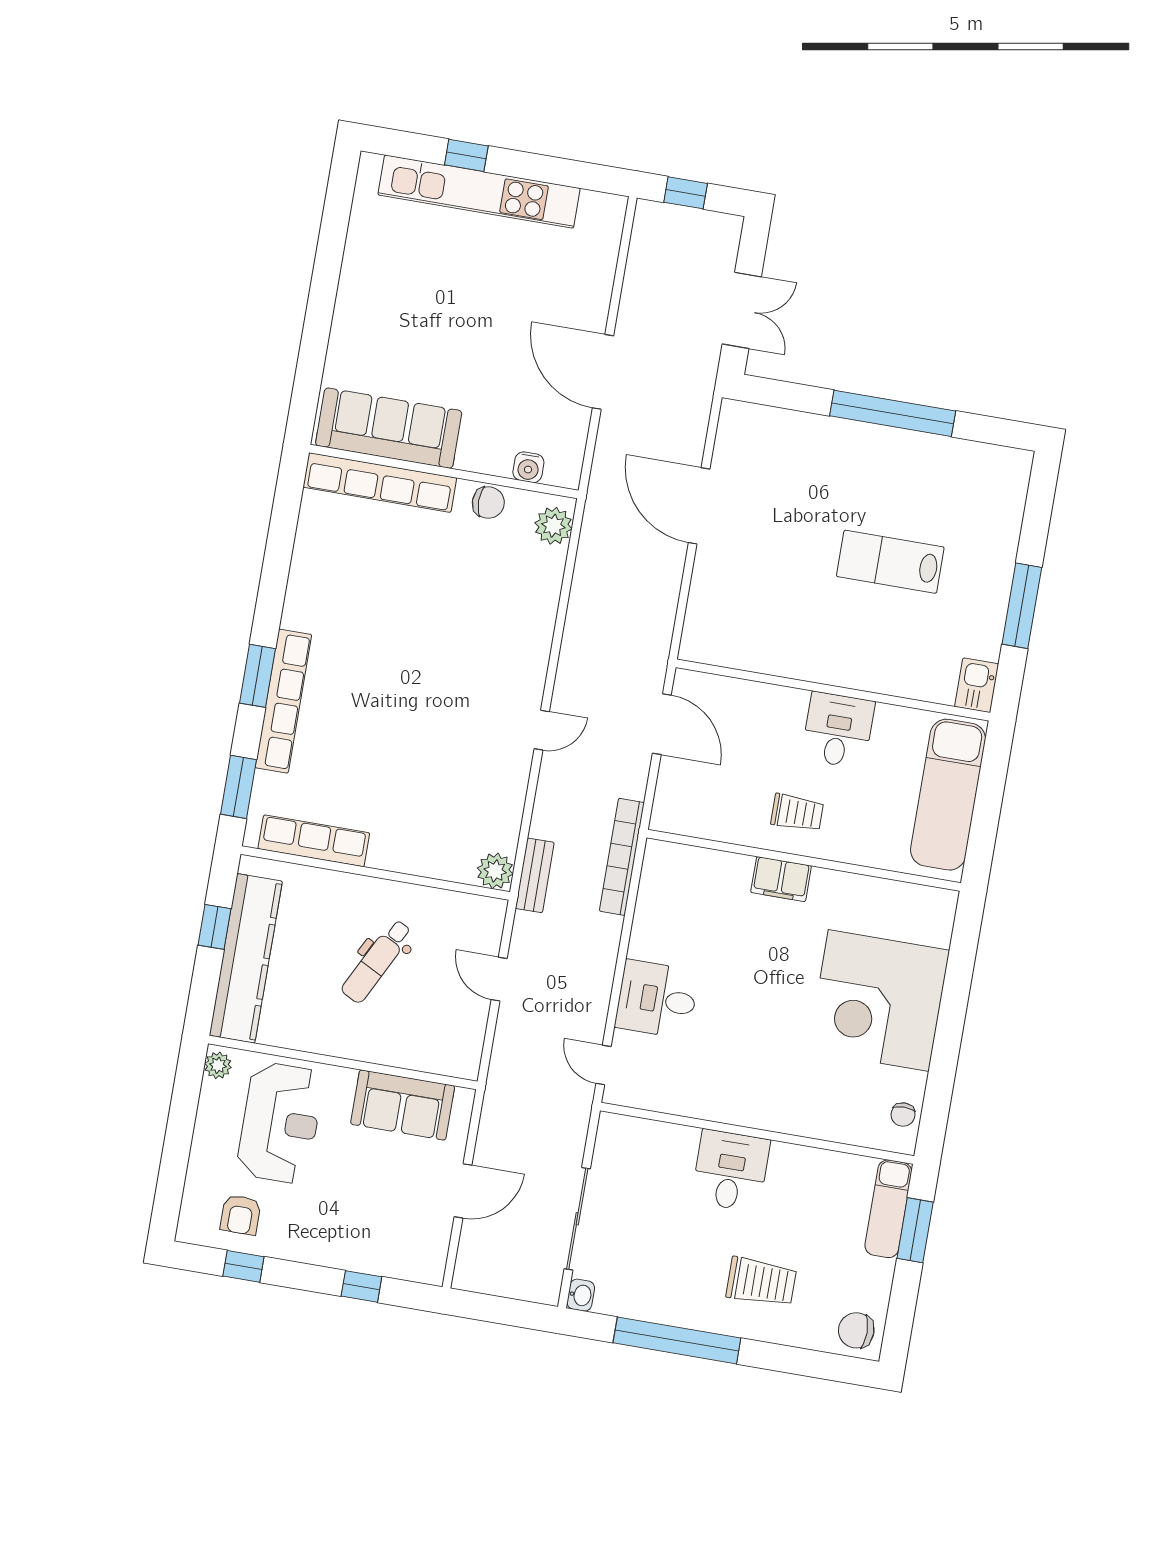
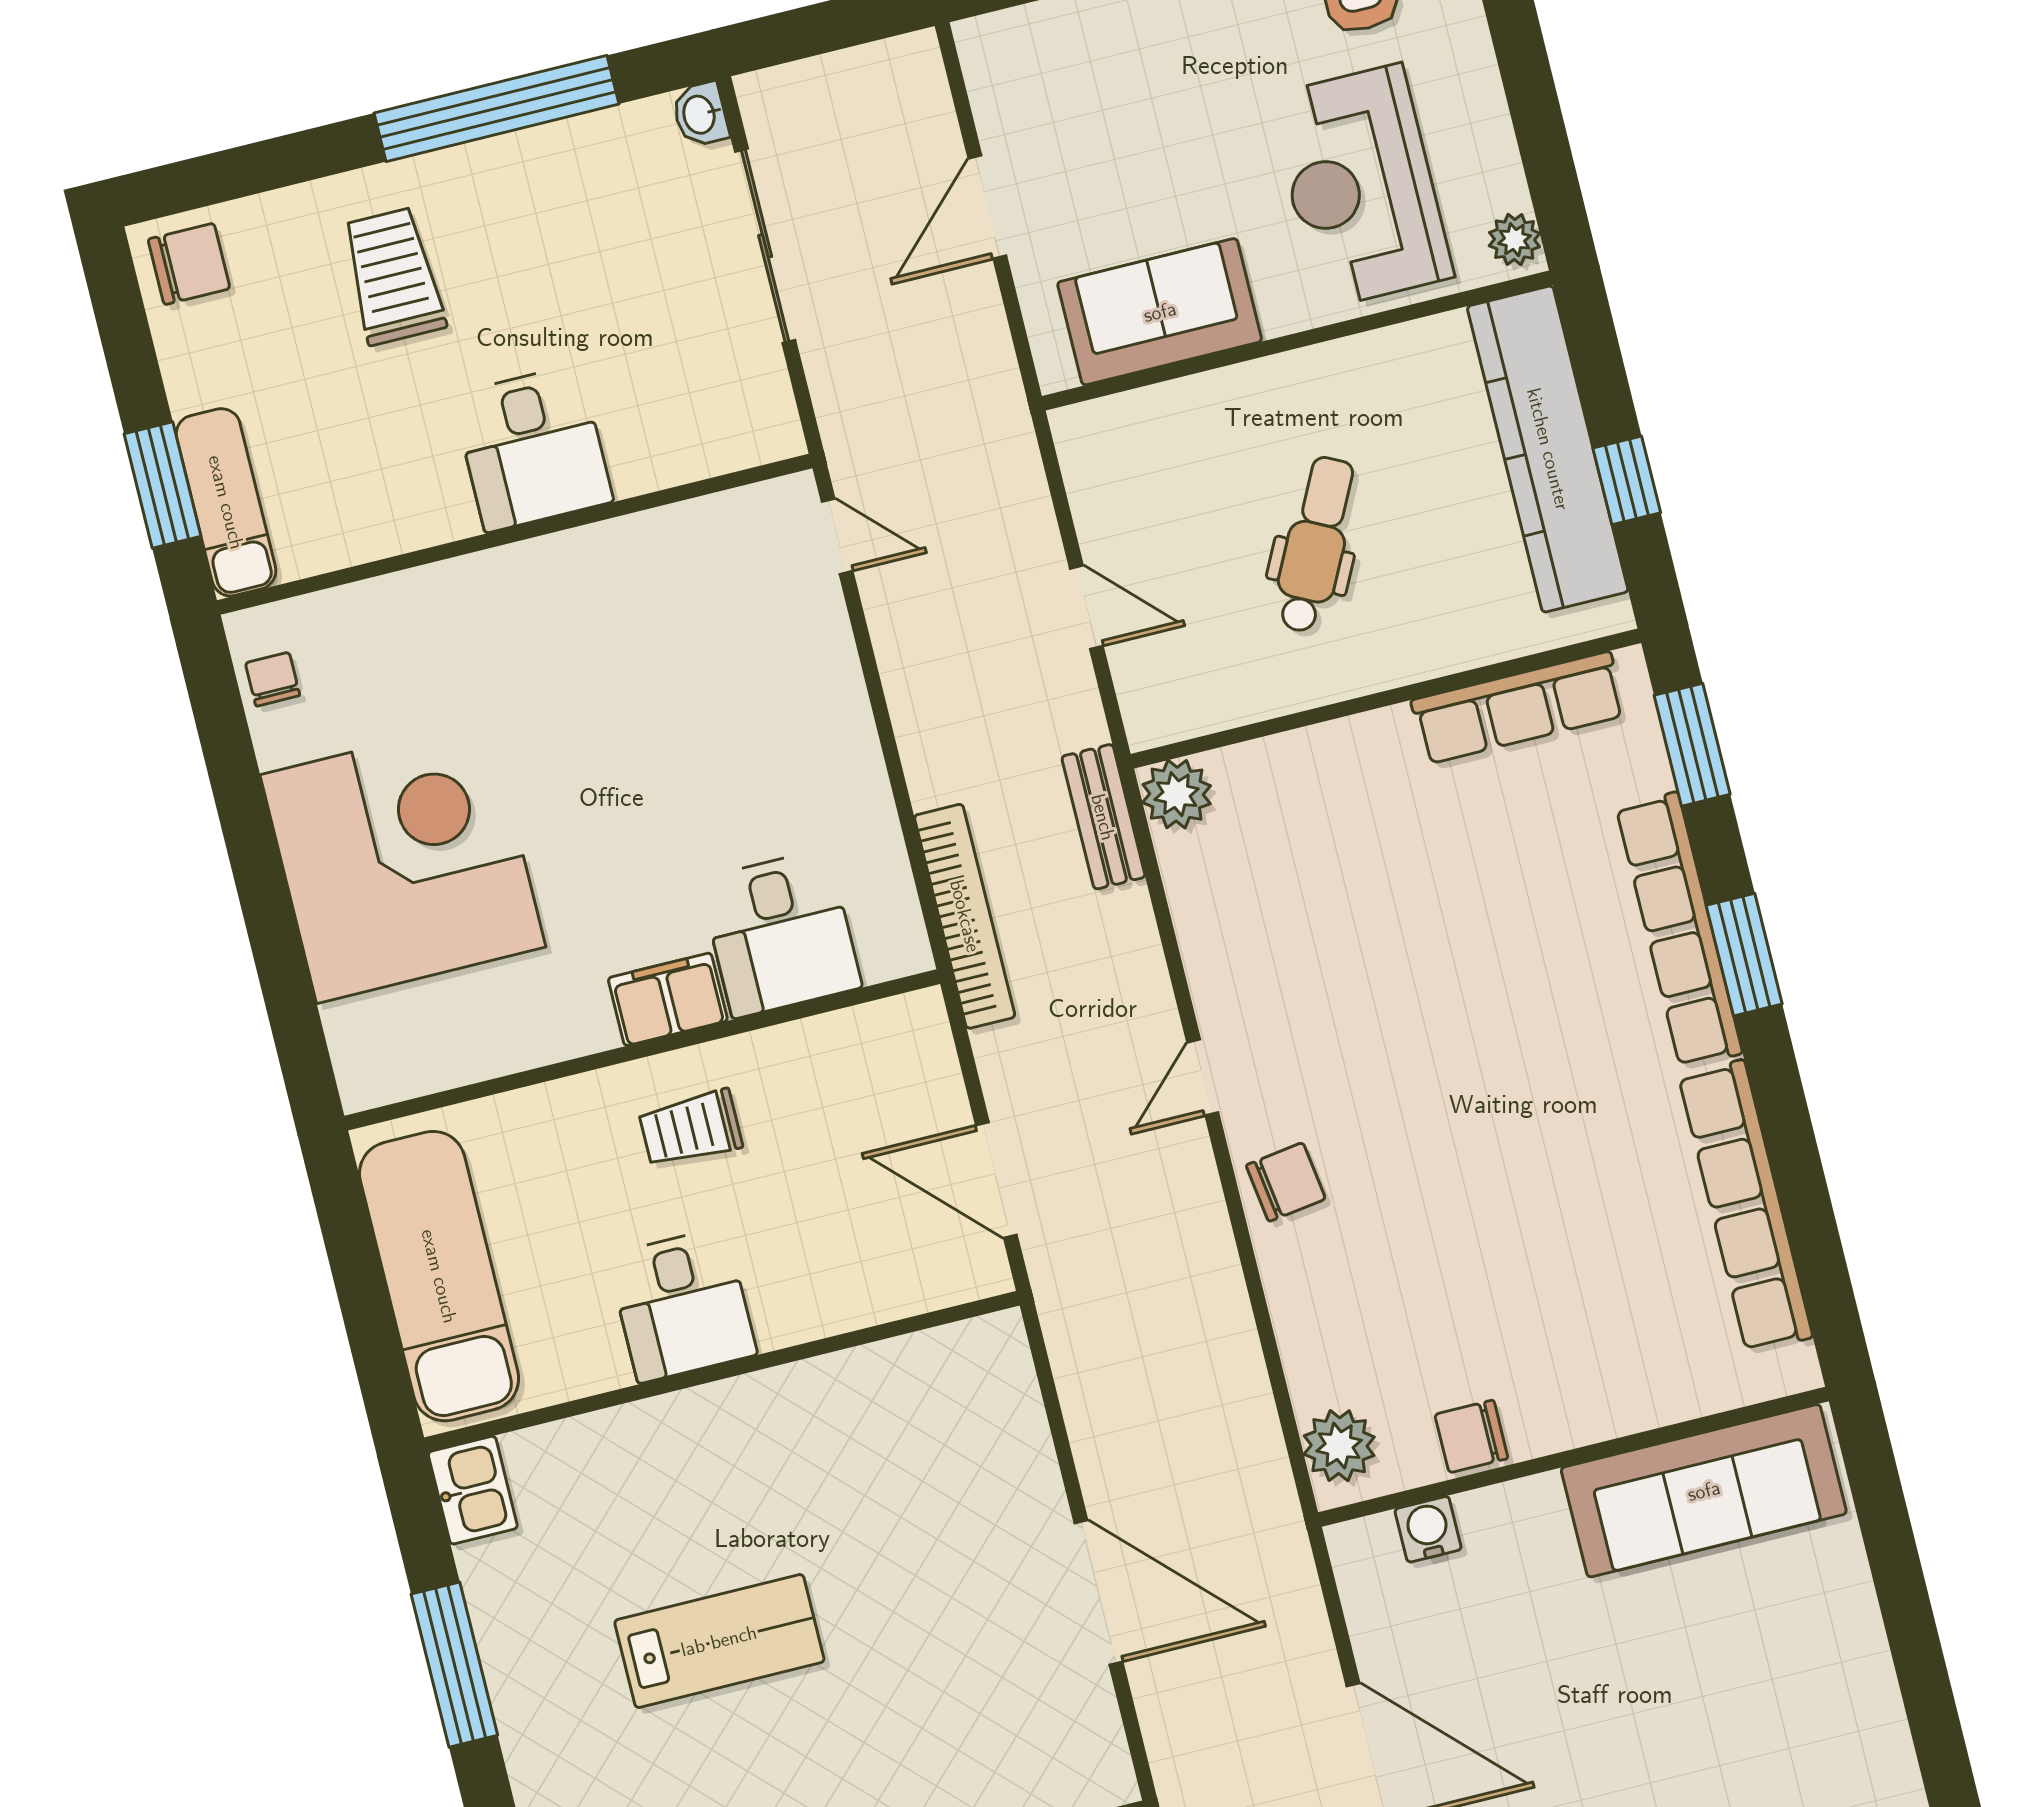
row of seats: (380, 483) -> (1746, 1206), moved, turned -90
chair: (524, 663) -> (1286, 1182), added
desk: (657, 999) -> (780, 933), moved, turned 90
trolley: (761, 1282) -> (393, 276), turned 90

